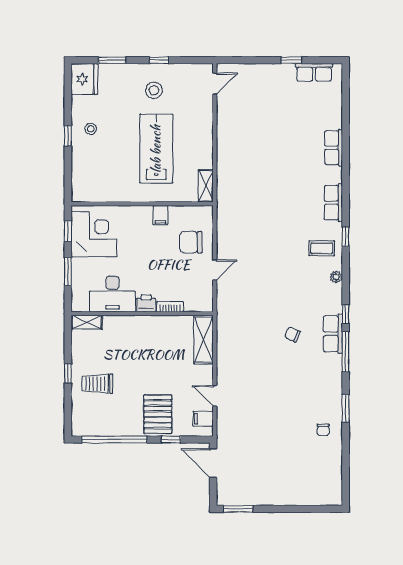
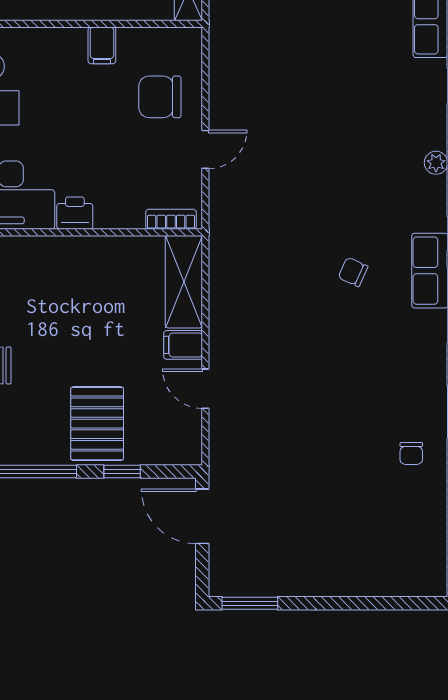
coffee table: (322, 248) -> (408, 108), removed
bookcase: (170, 307) -> (171, 219), moved
filing cabinet: (203, 419) -> (183, 345), moved

